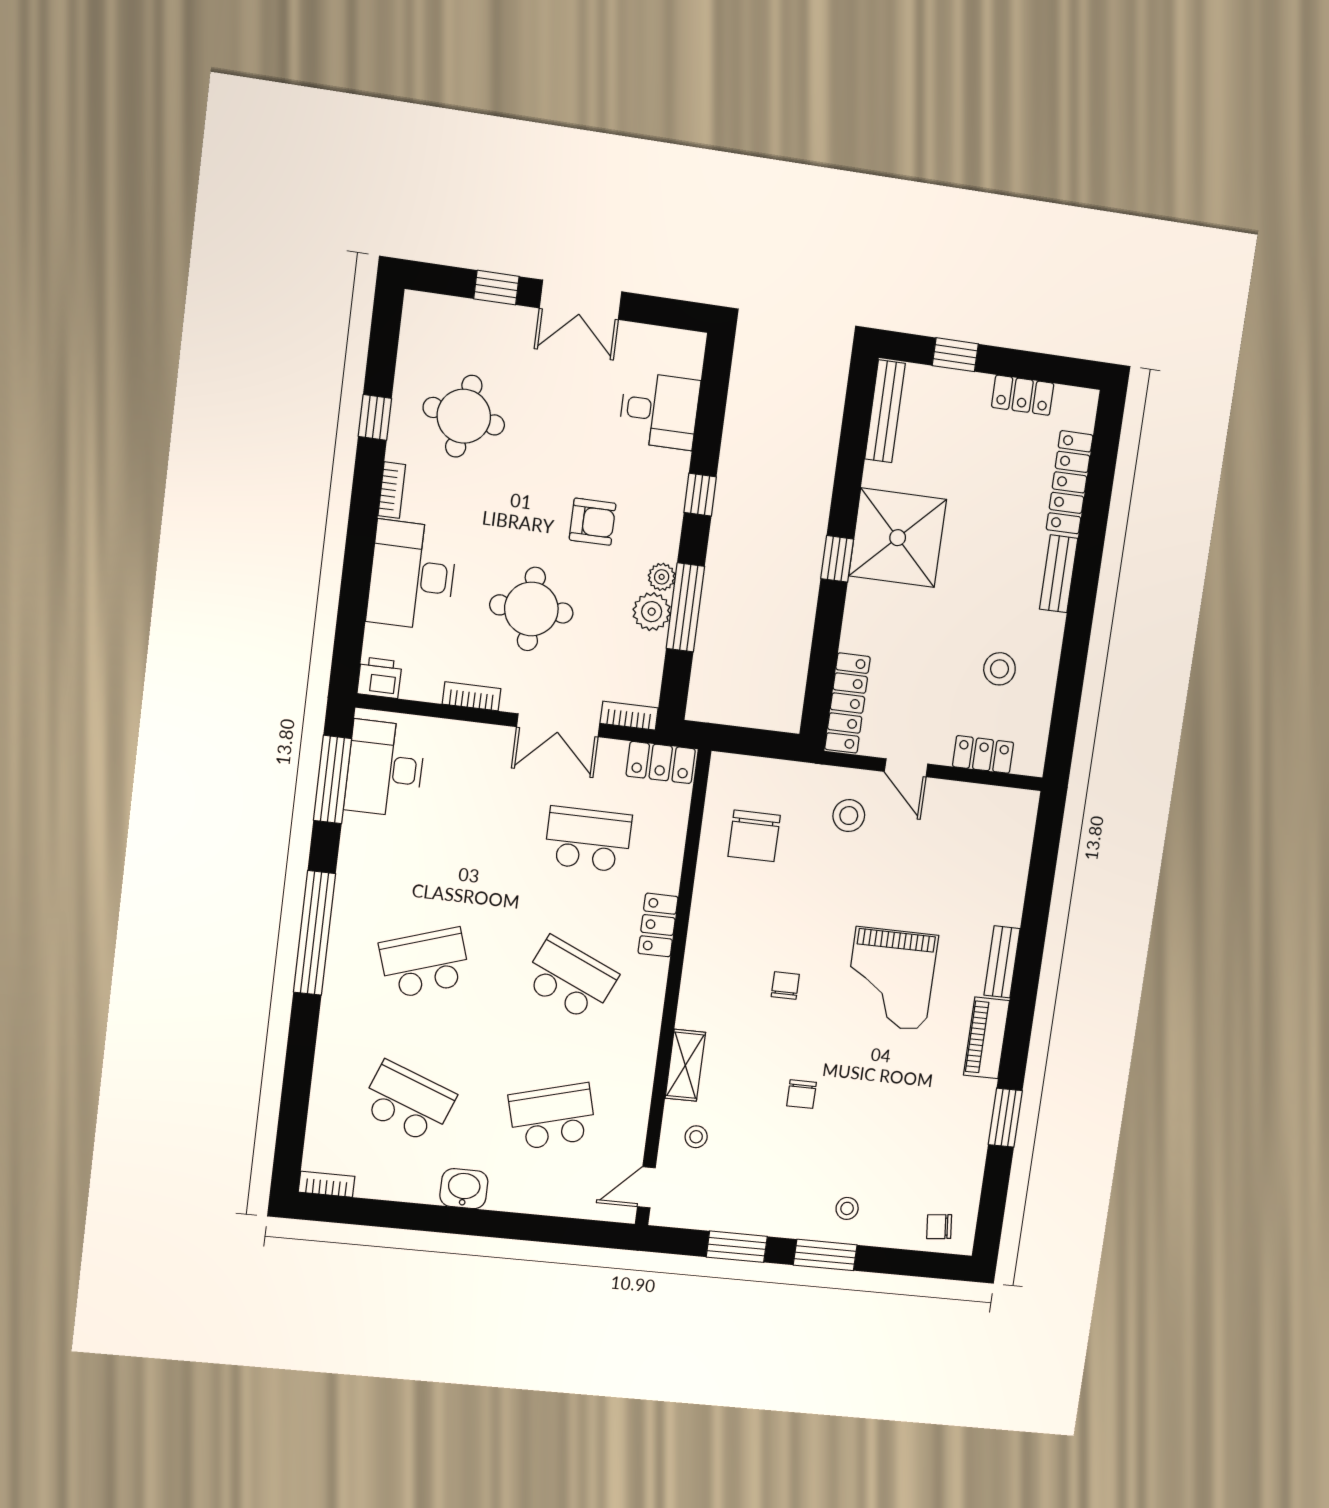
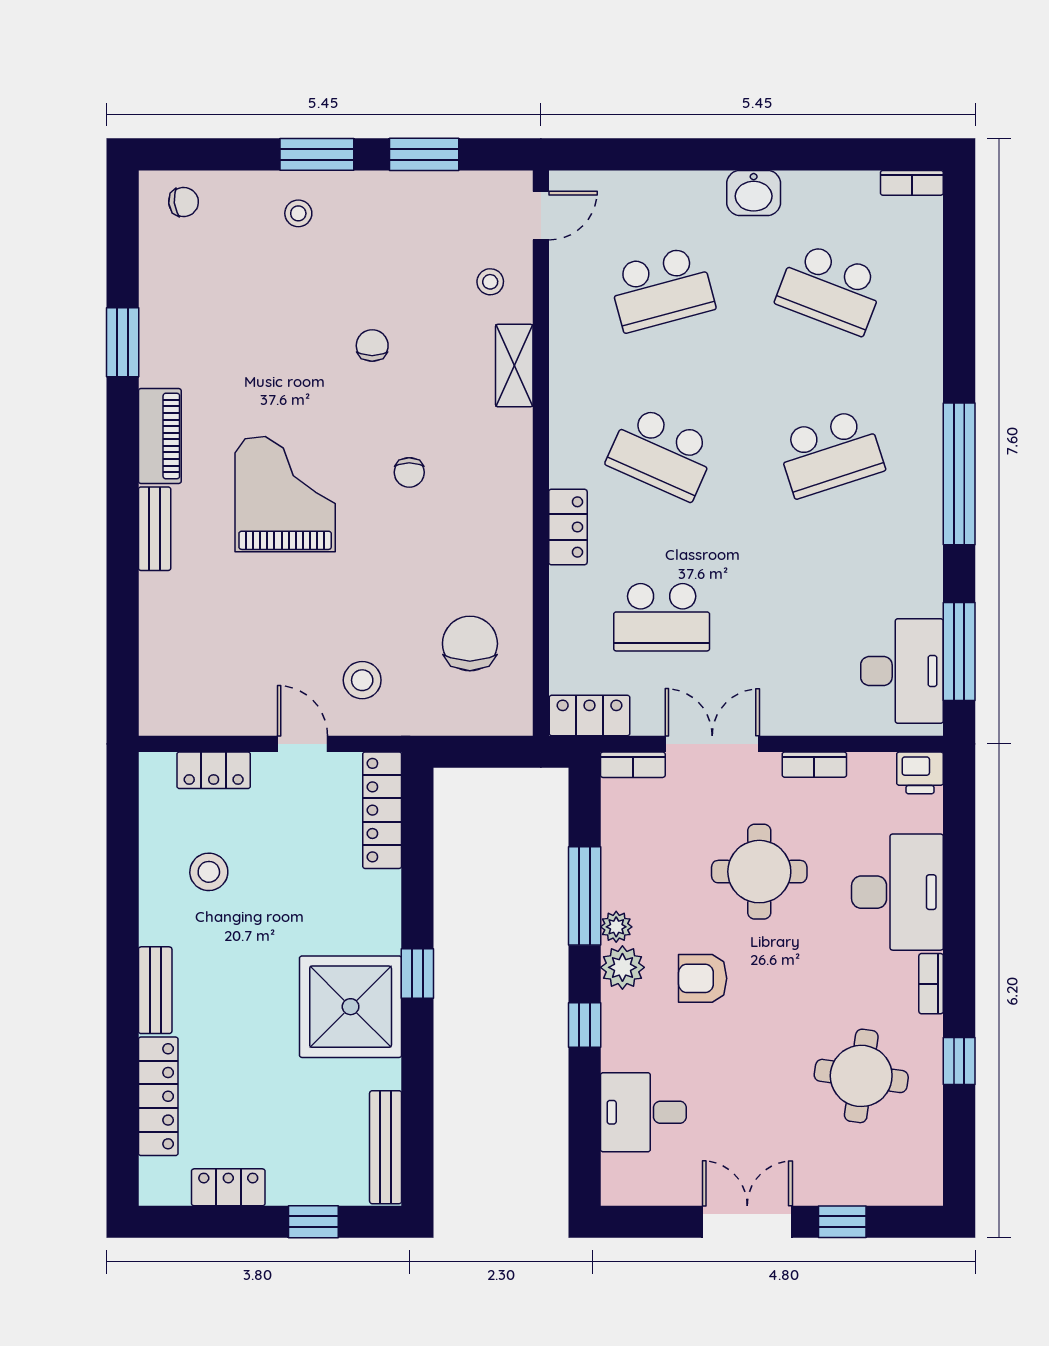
plant: (652, 612) -> (622, 967), moved

